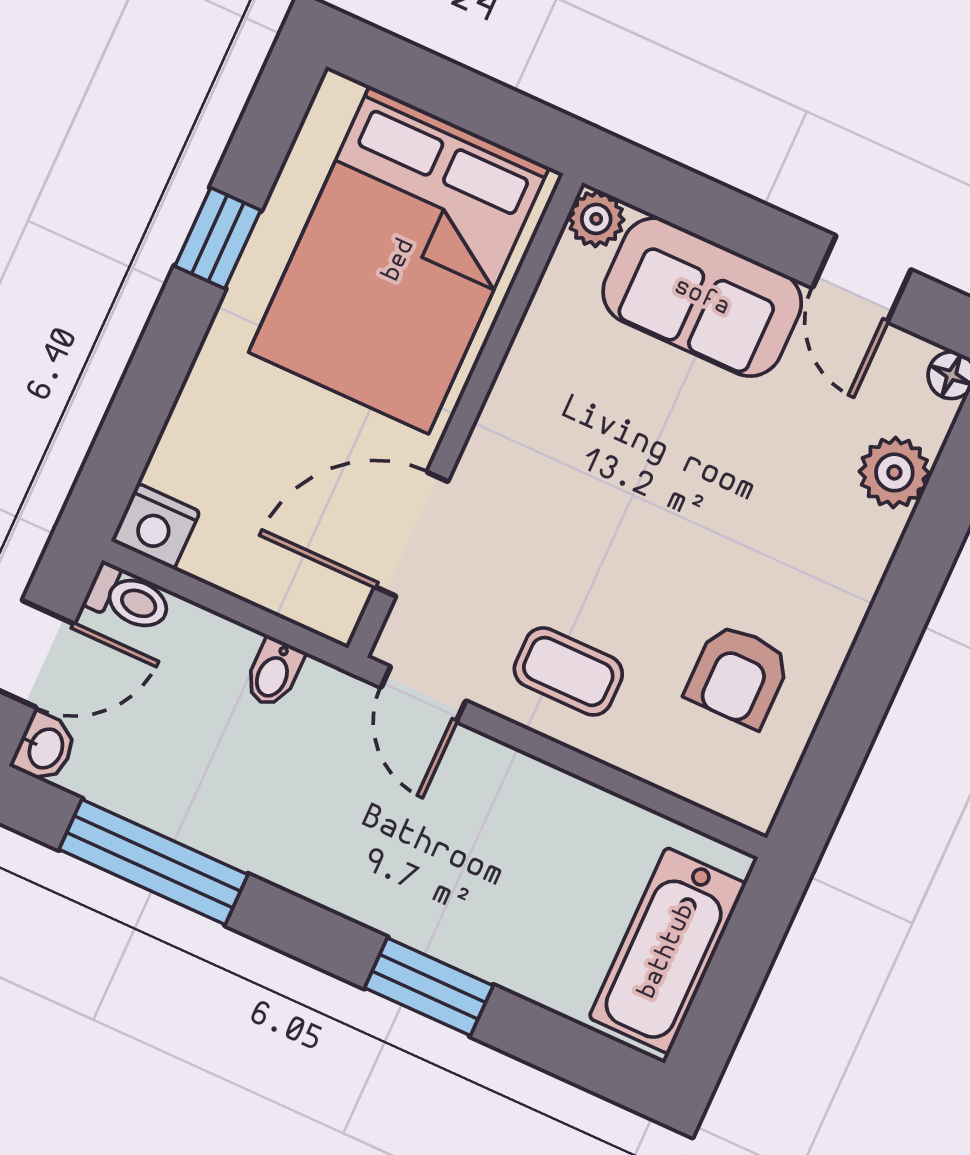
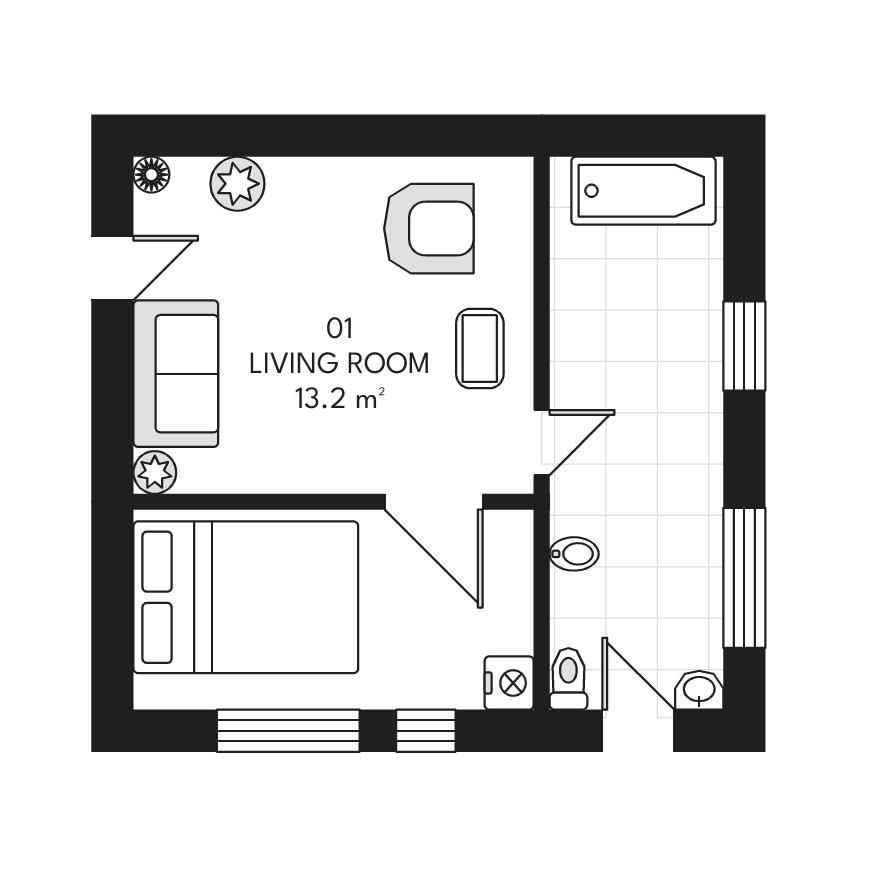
window: (218, 238) -> (288, 731), width x2.17
window: (144, 402) -> (426, 731), added
armchair: (738, 676) -> (429, 229), width x1.38, depth x1.38

